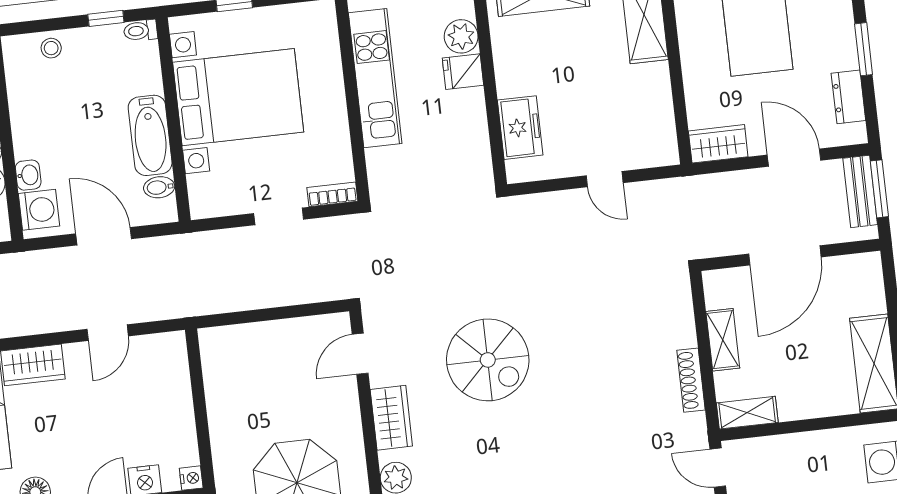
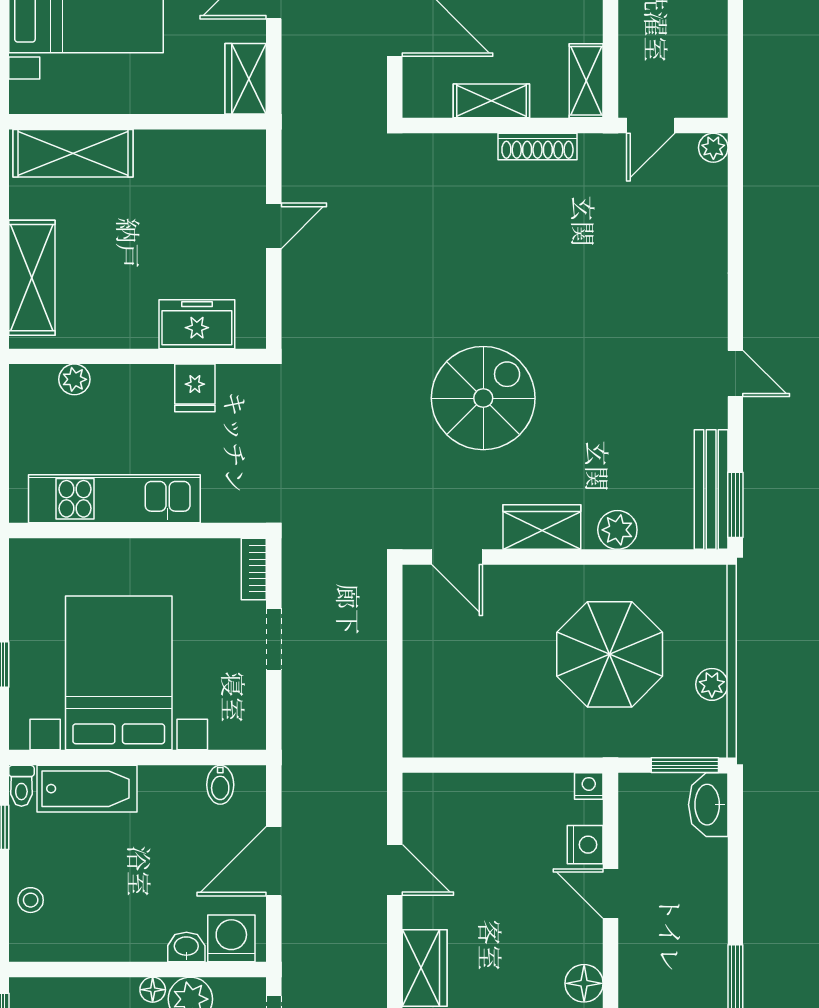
plant: (461, 36) -> (74, 379), width x0.73, depth x0.73
fridge: (463, 72) -> (195, 388), moved
bathtub: (150, 135) -> (87, 789), moved

